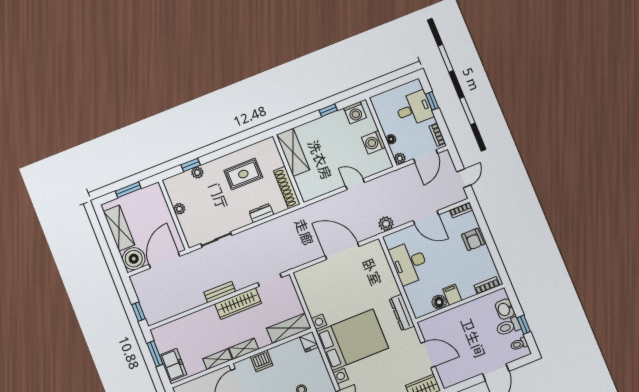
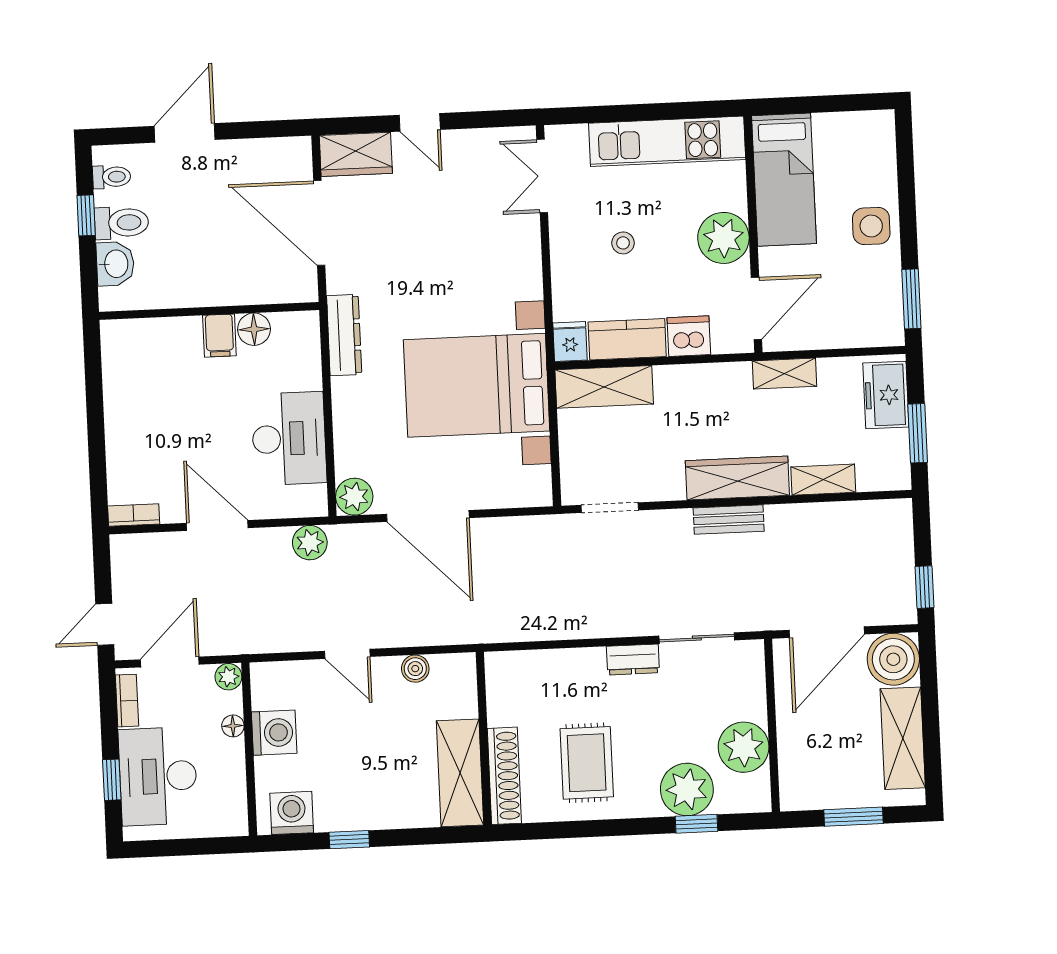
desk: (414, 109) -> (158, 776), width x1.37
plant: (197, 173) -> (687, 789), width x1.88, depth x1.88
rug: (243, 174) -> (587, 763), turned 90
door: (464, 178) -> (105, 624), moved
shoe rack: (287, 187) -> (504, 776), moved
boiler: (326, 188) -> (415, 669), added
plant: (179, 209) -> (744, 747), width x1.88, depth x1.88
dresser: (261, 213) -> (633, 660), moved
armchair: (473, 239) -> (131, 441), removed
plant: (375, 248) -> (354, 497), added
bookcase: (487, 285) -> (136, 330), removed
wardrobe: (238, 304) -> (737, 478), moved
window: (139, 312) -> (925, 587), moved
bed with nightstands: (352, 340) -> (477, 385), moved
shelving: (244, 349) -> (823, 480), moved
kitchen counter: (286, 351) -> (627, 339), added
door: (428, 355) -> (319, 223), width x1.36

